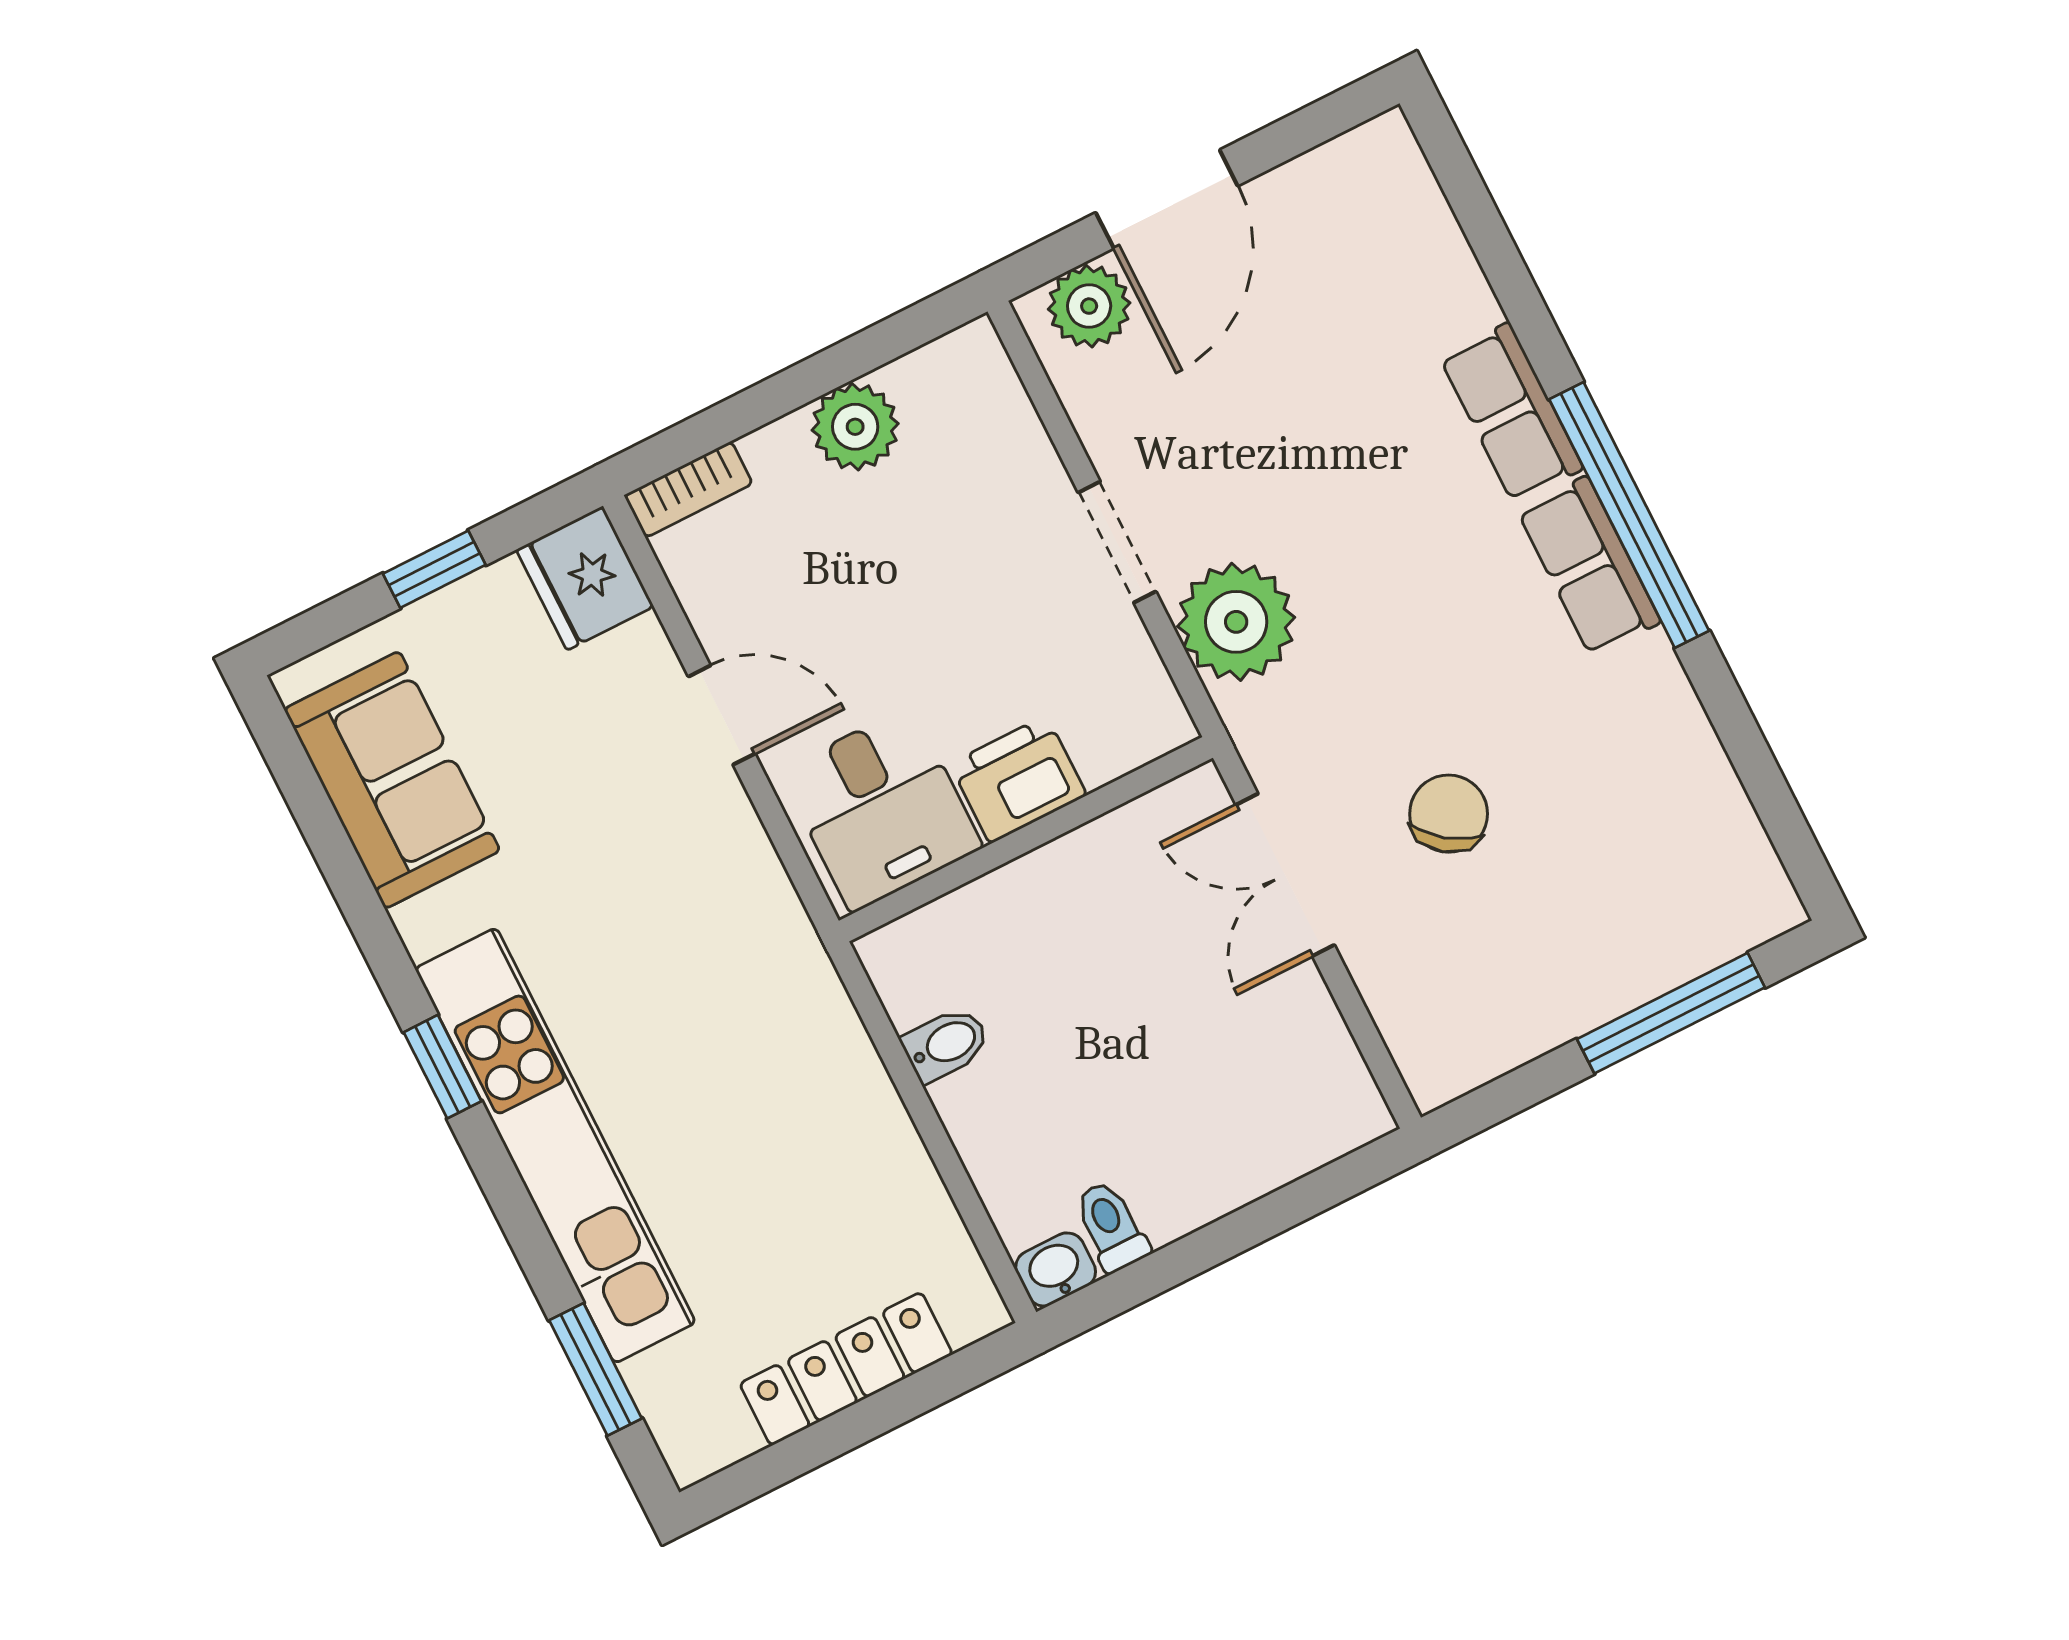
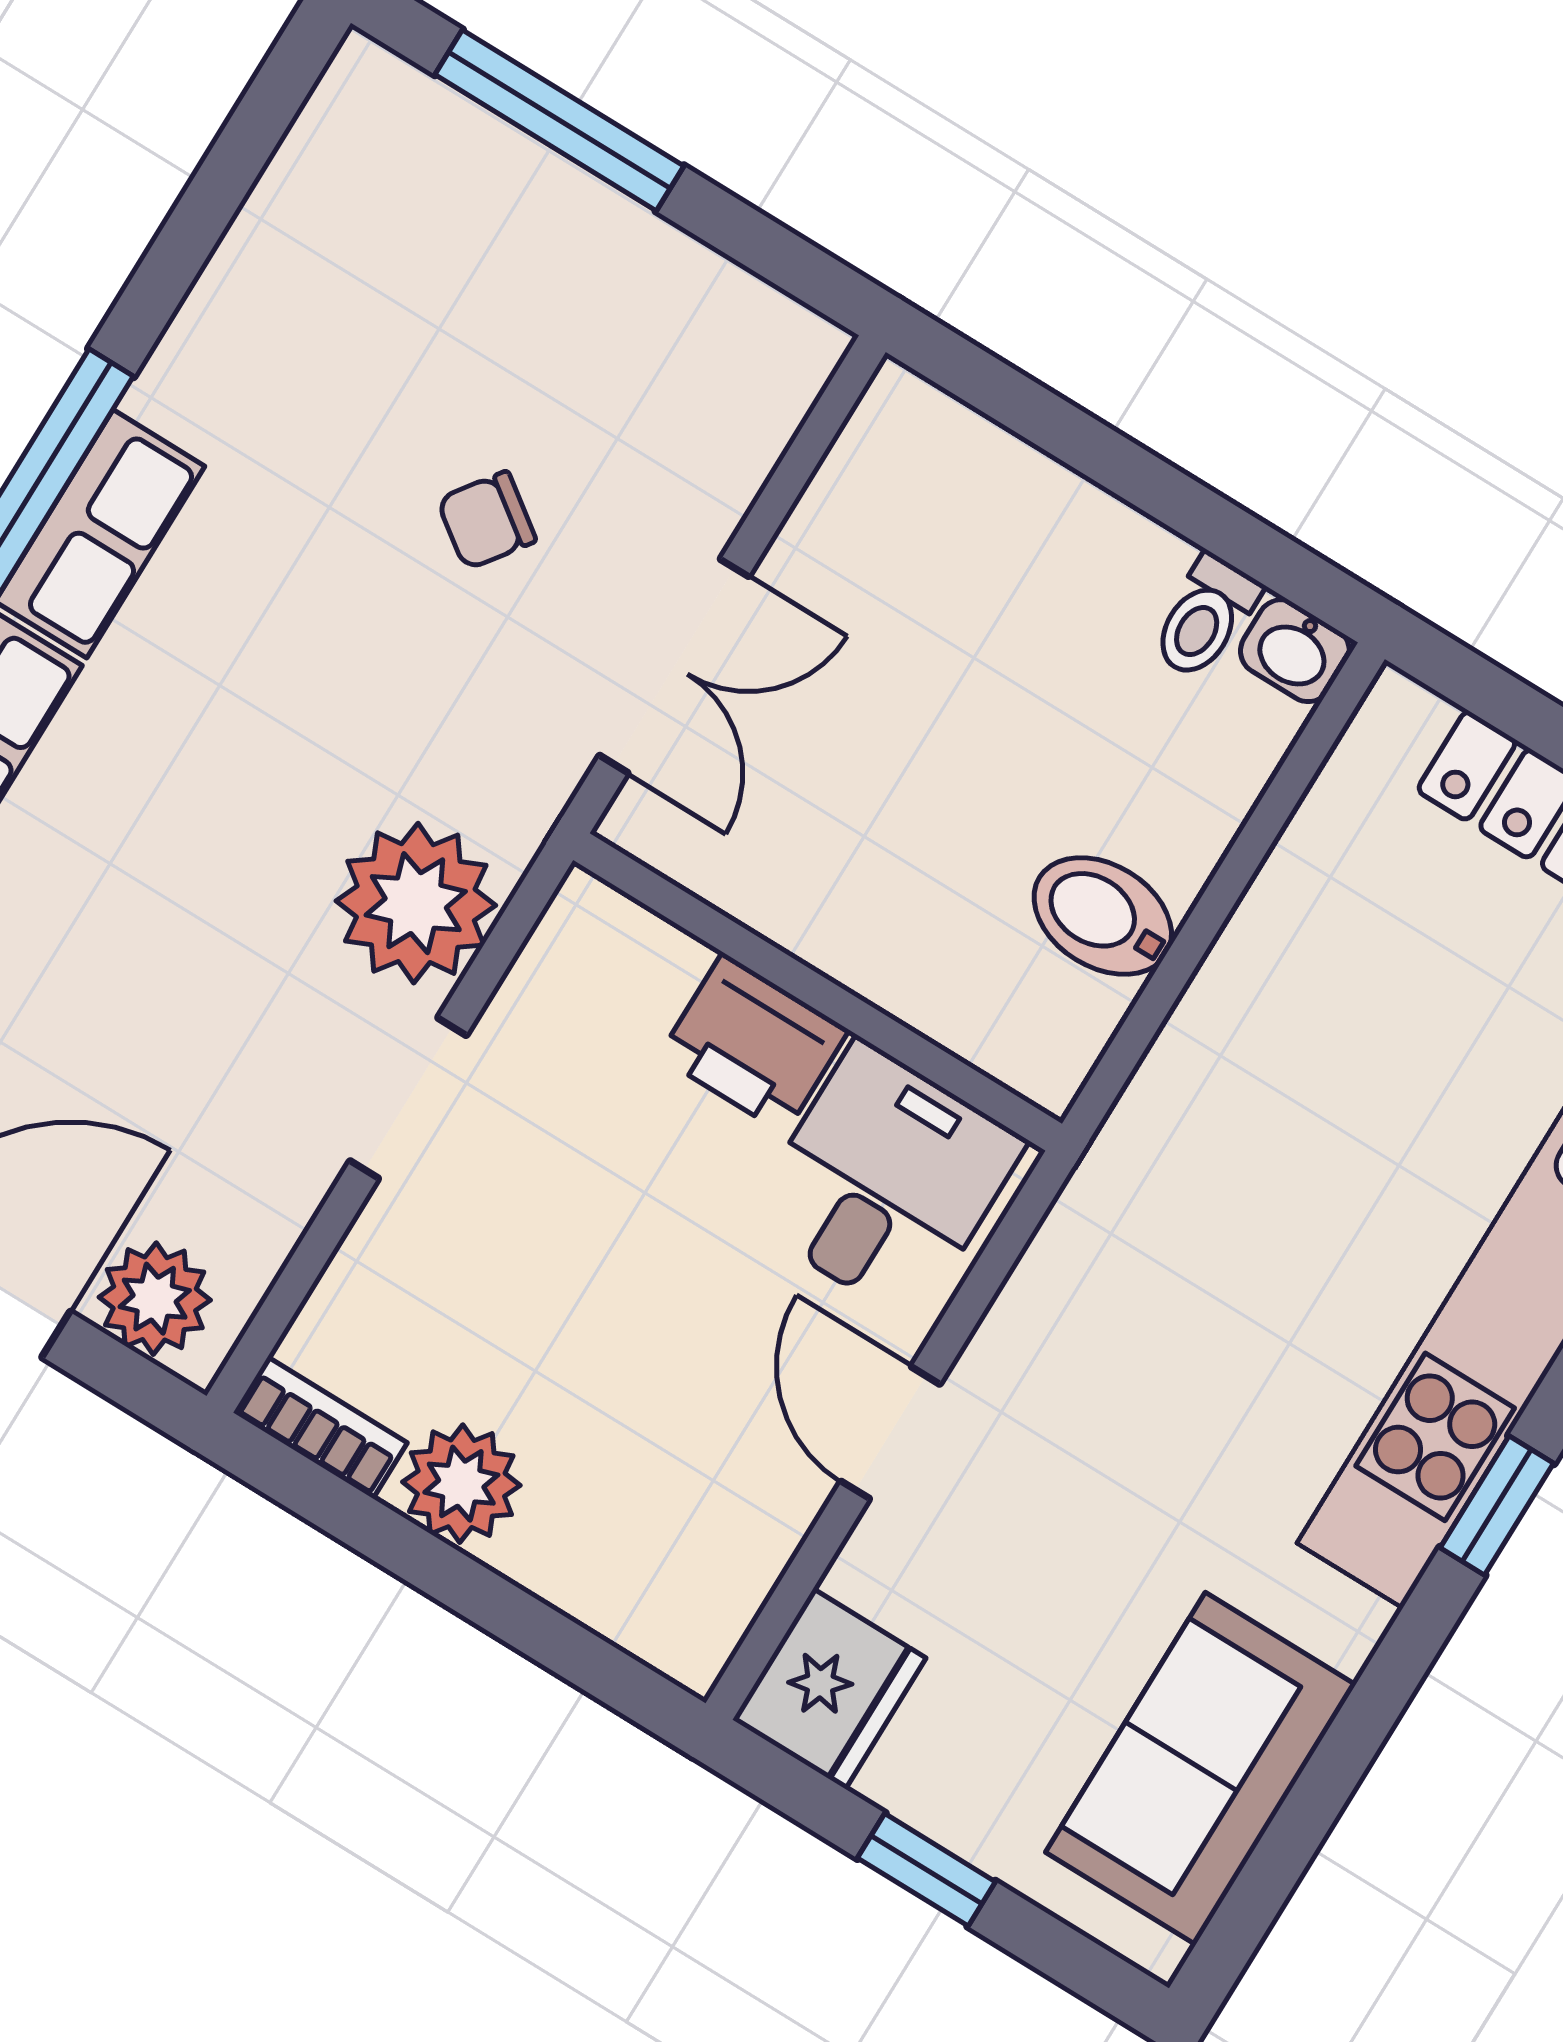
bookcase: (688, 489) -> (320, 1428), moved
chair: (1449, 814) -> (487, 520), width x0.73, depth x0.73
bidet: (946, 1044) -> (1103, 916), width x1.38, depth x1.36

